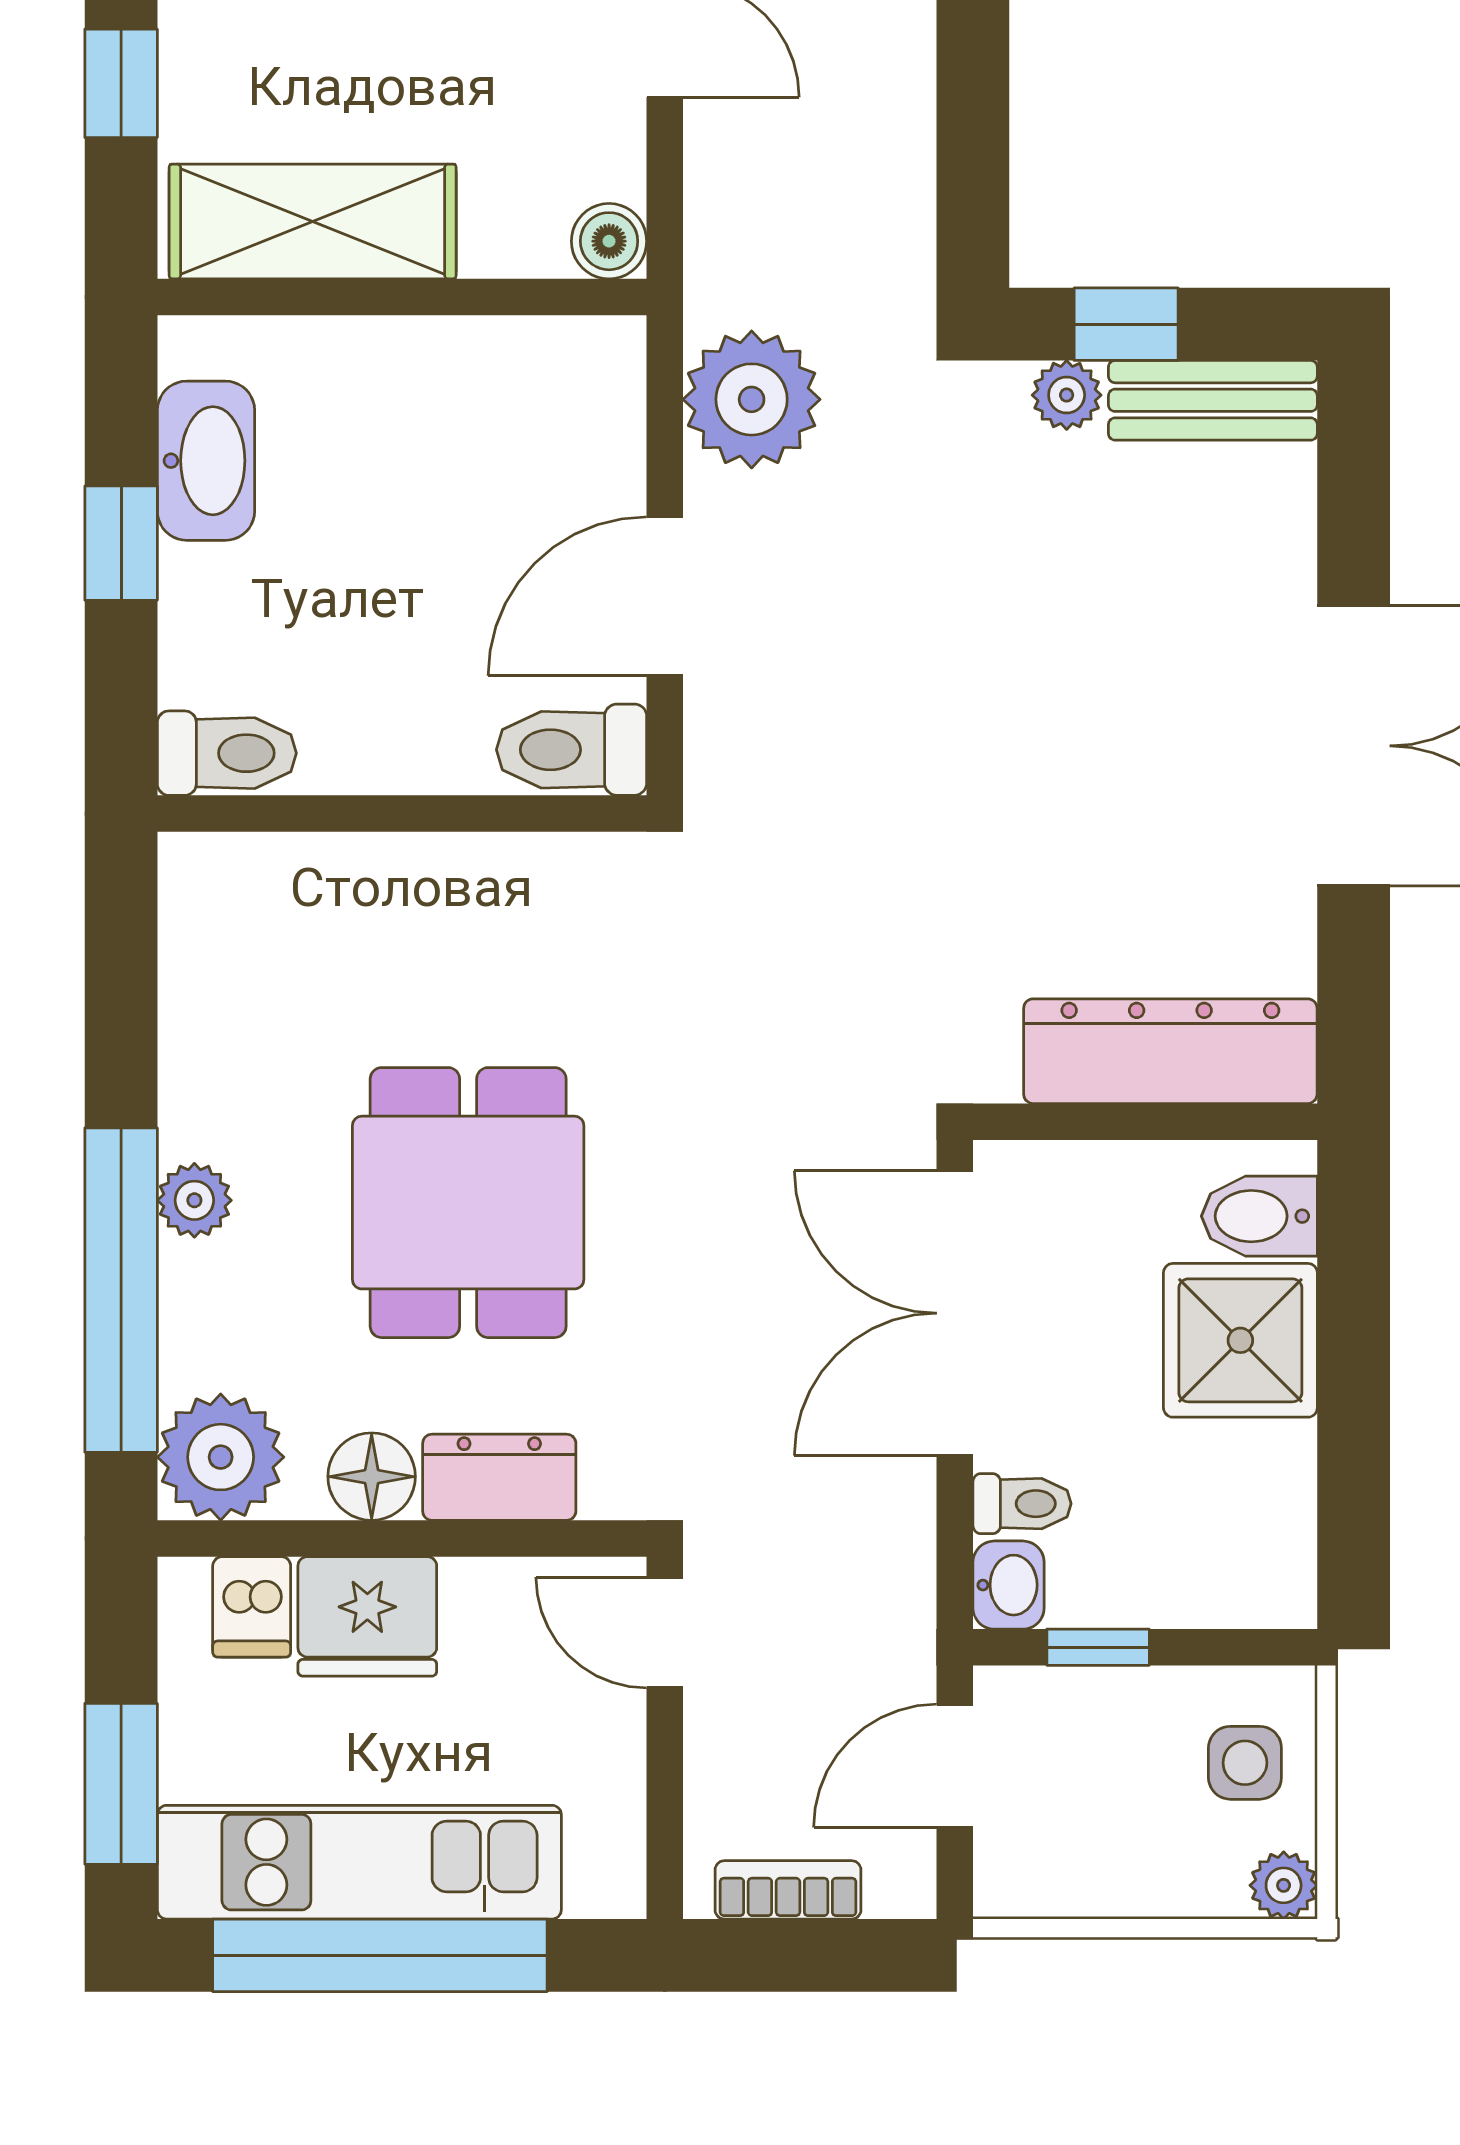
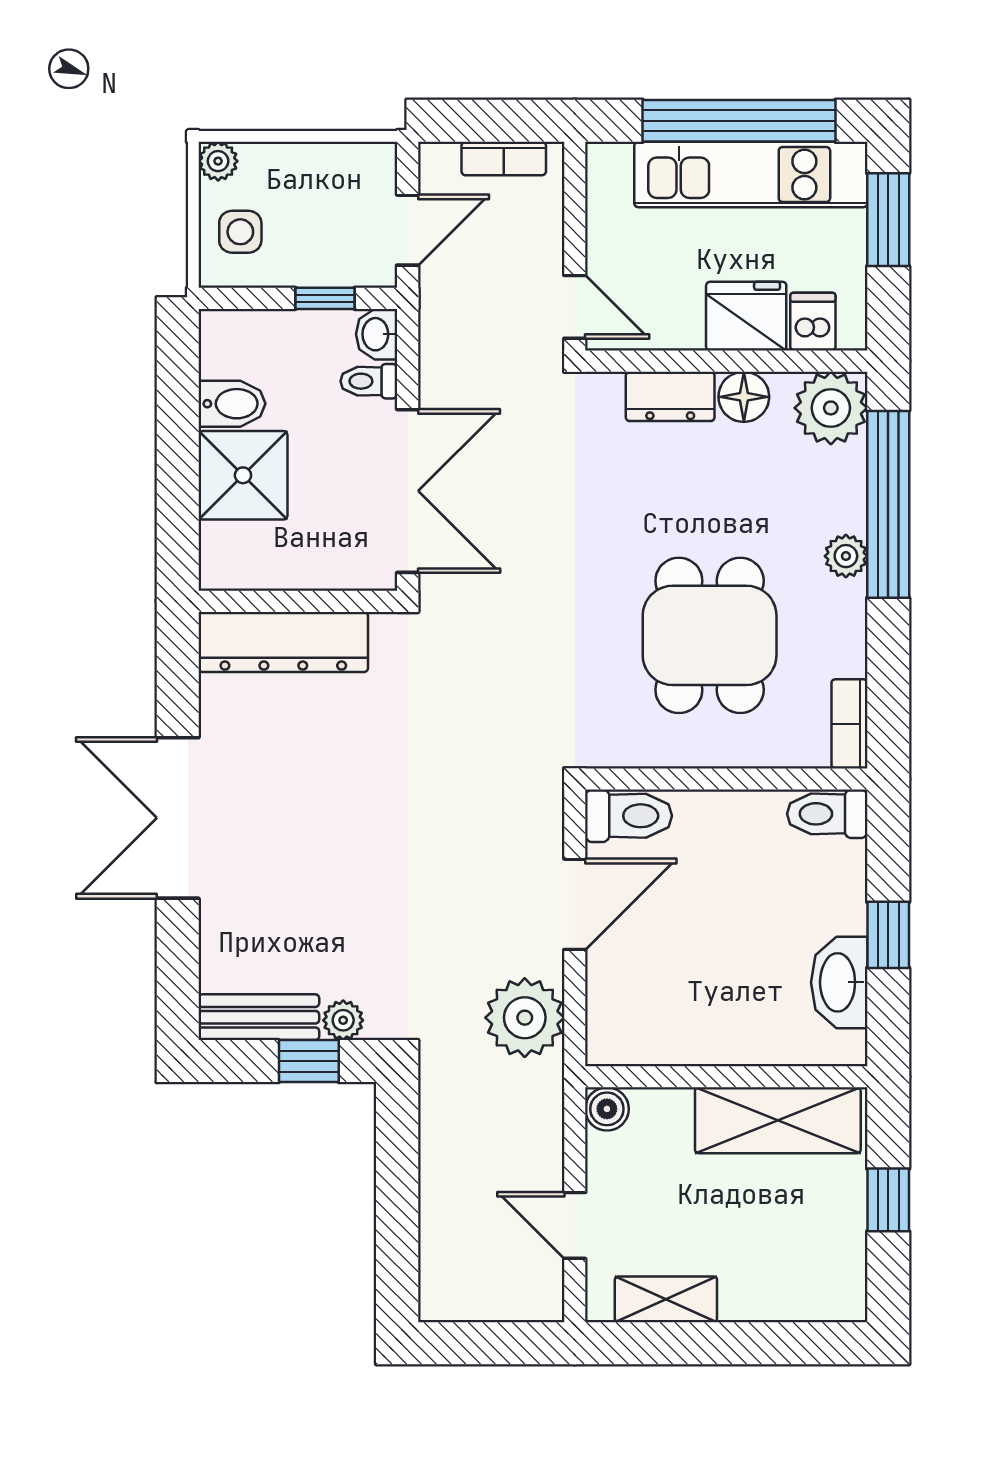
bookcase: (188, 909) -> (849, 724), added
dining table: (468, 1203) -> (710, 635), moved
bidet: (1259, 1216) -> (232, 404), moved

